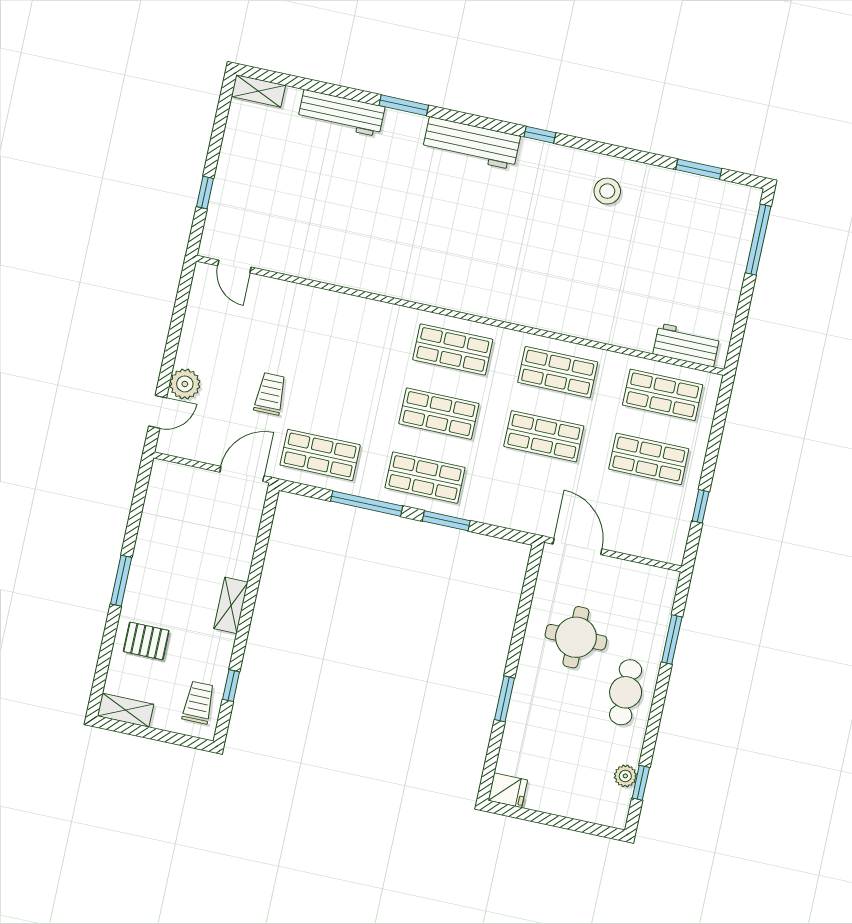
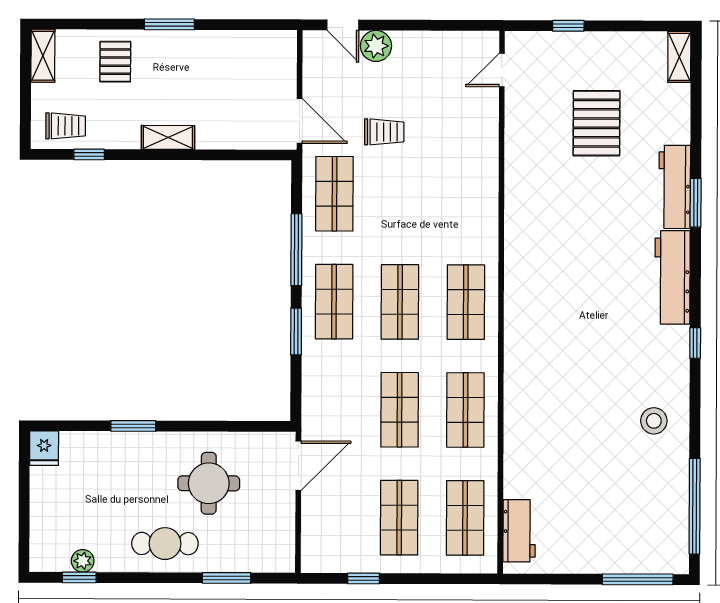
workbench: (341, 113) -> (675, 187), moved
window: (699, 169) -> (695, 506), width x2.11
pallet: (306, 185) -> (597, 123), added

